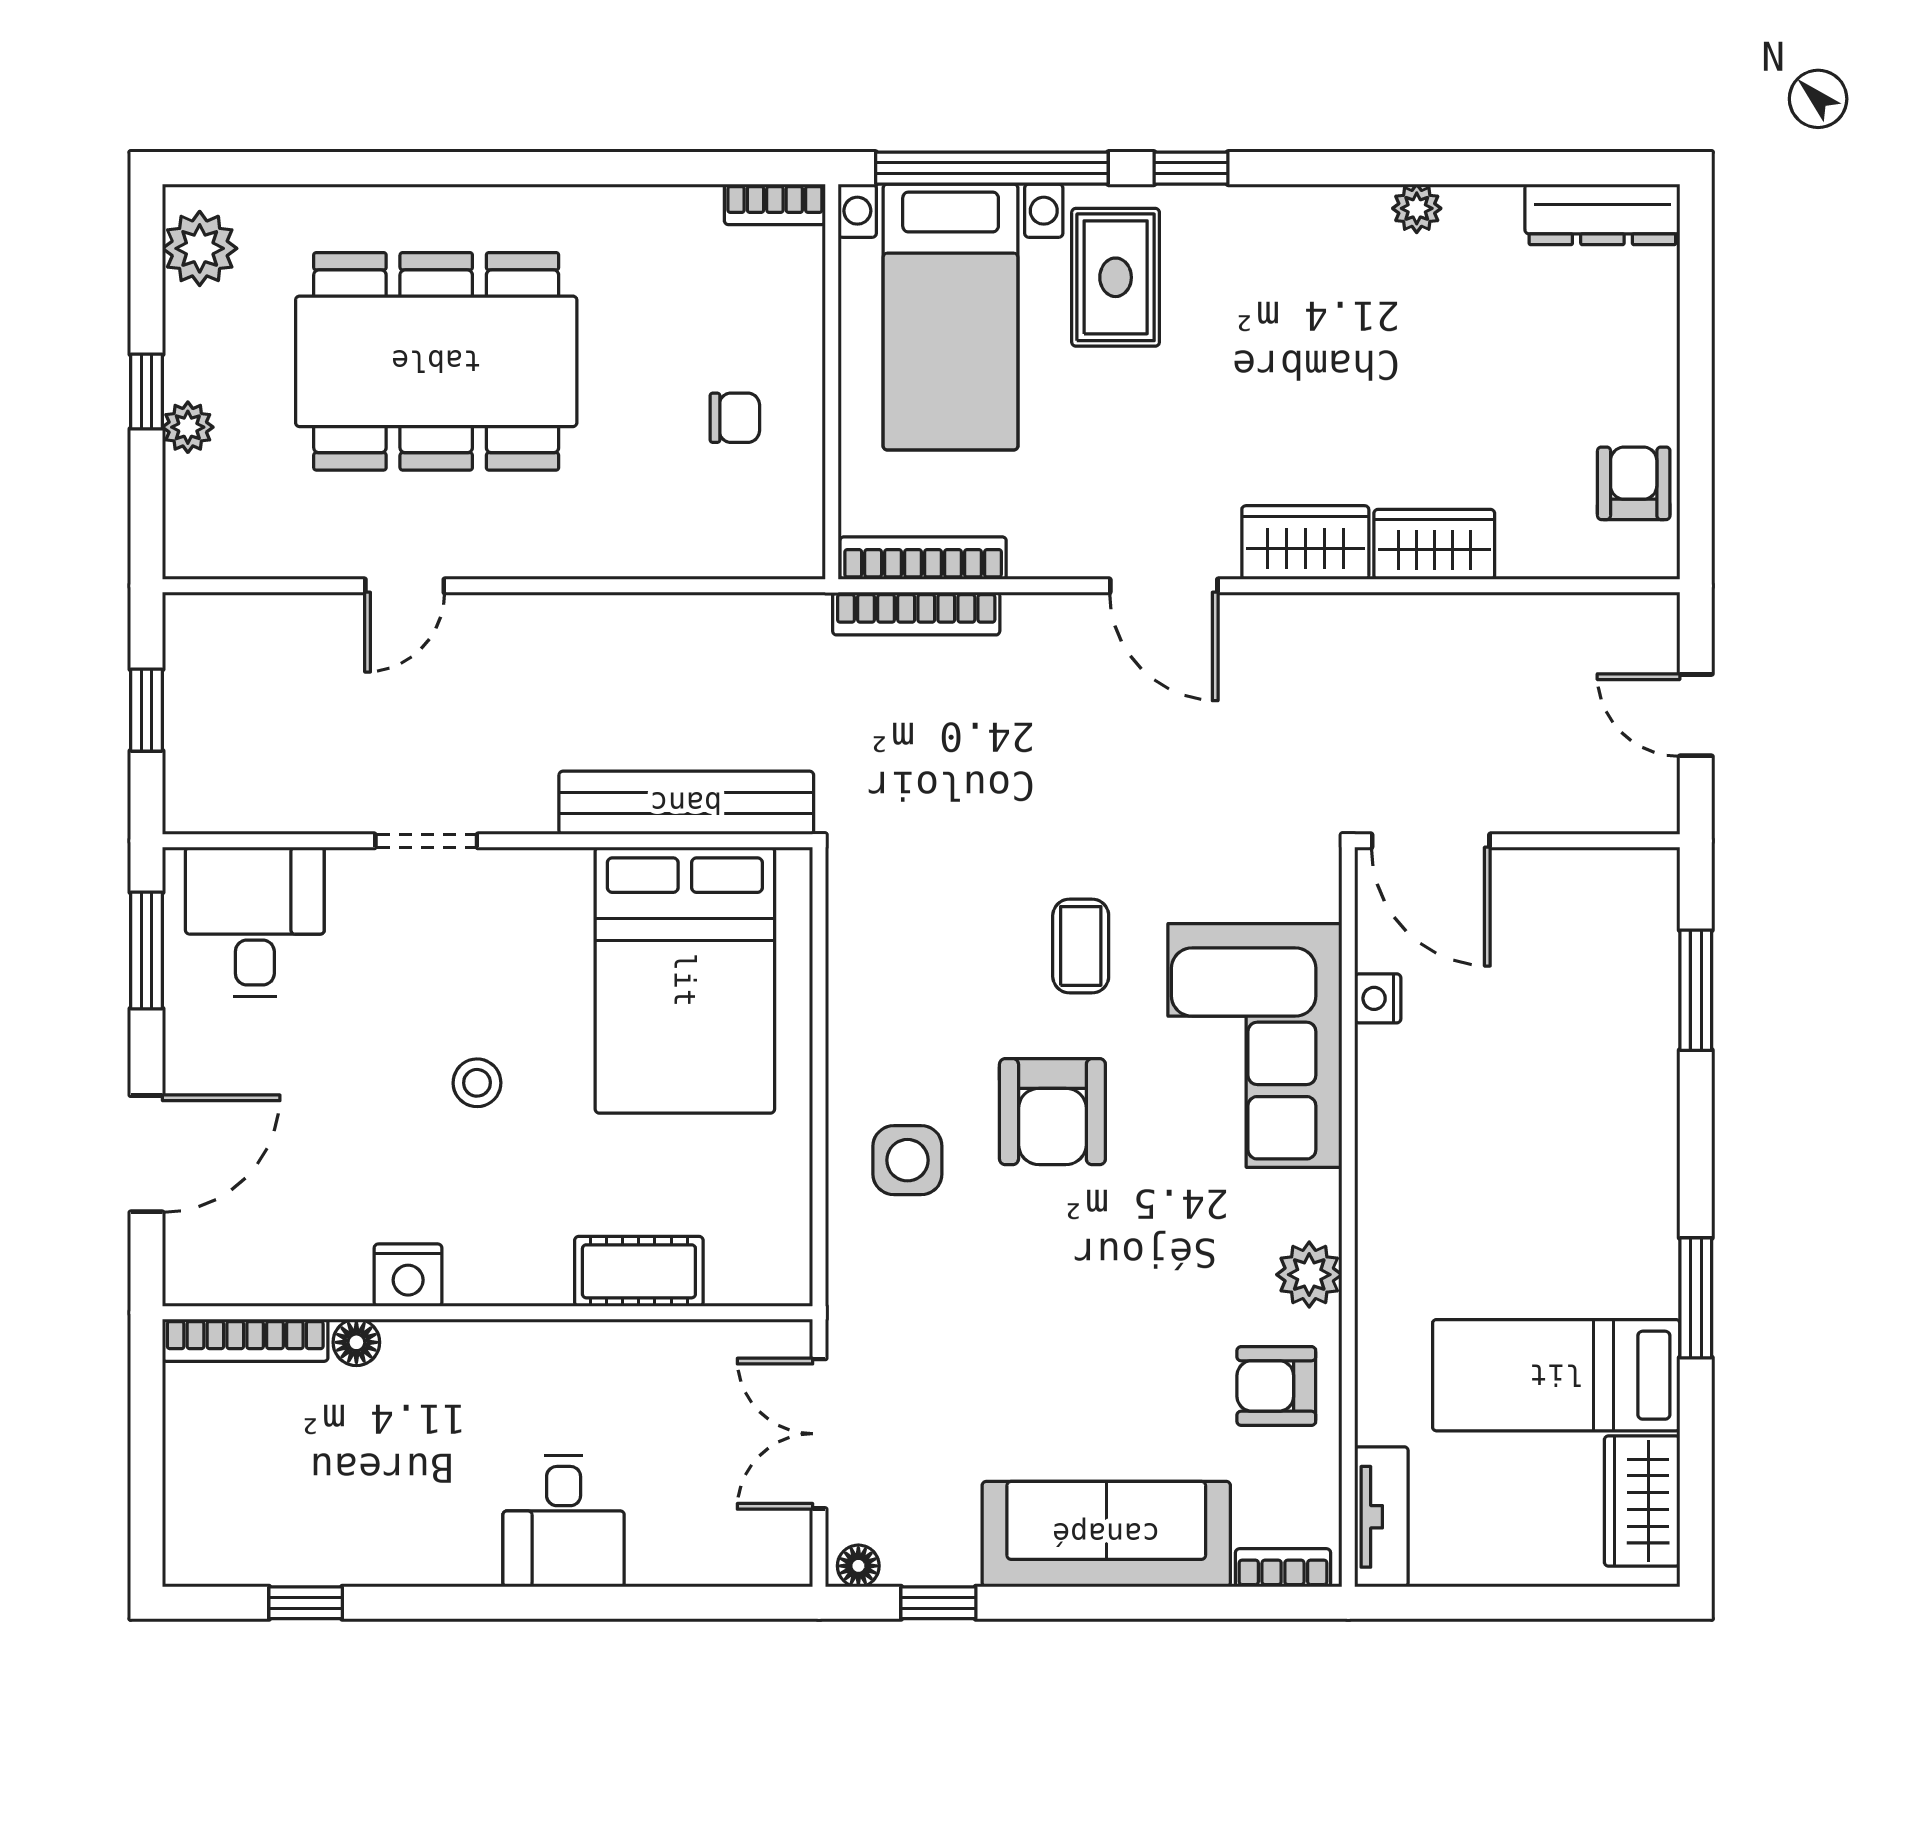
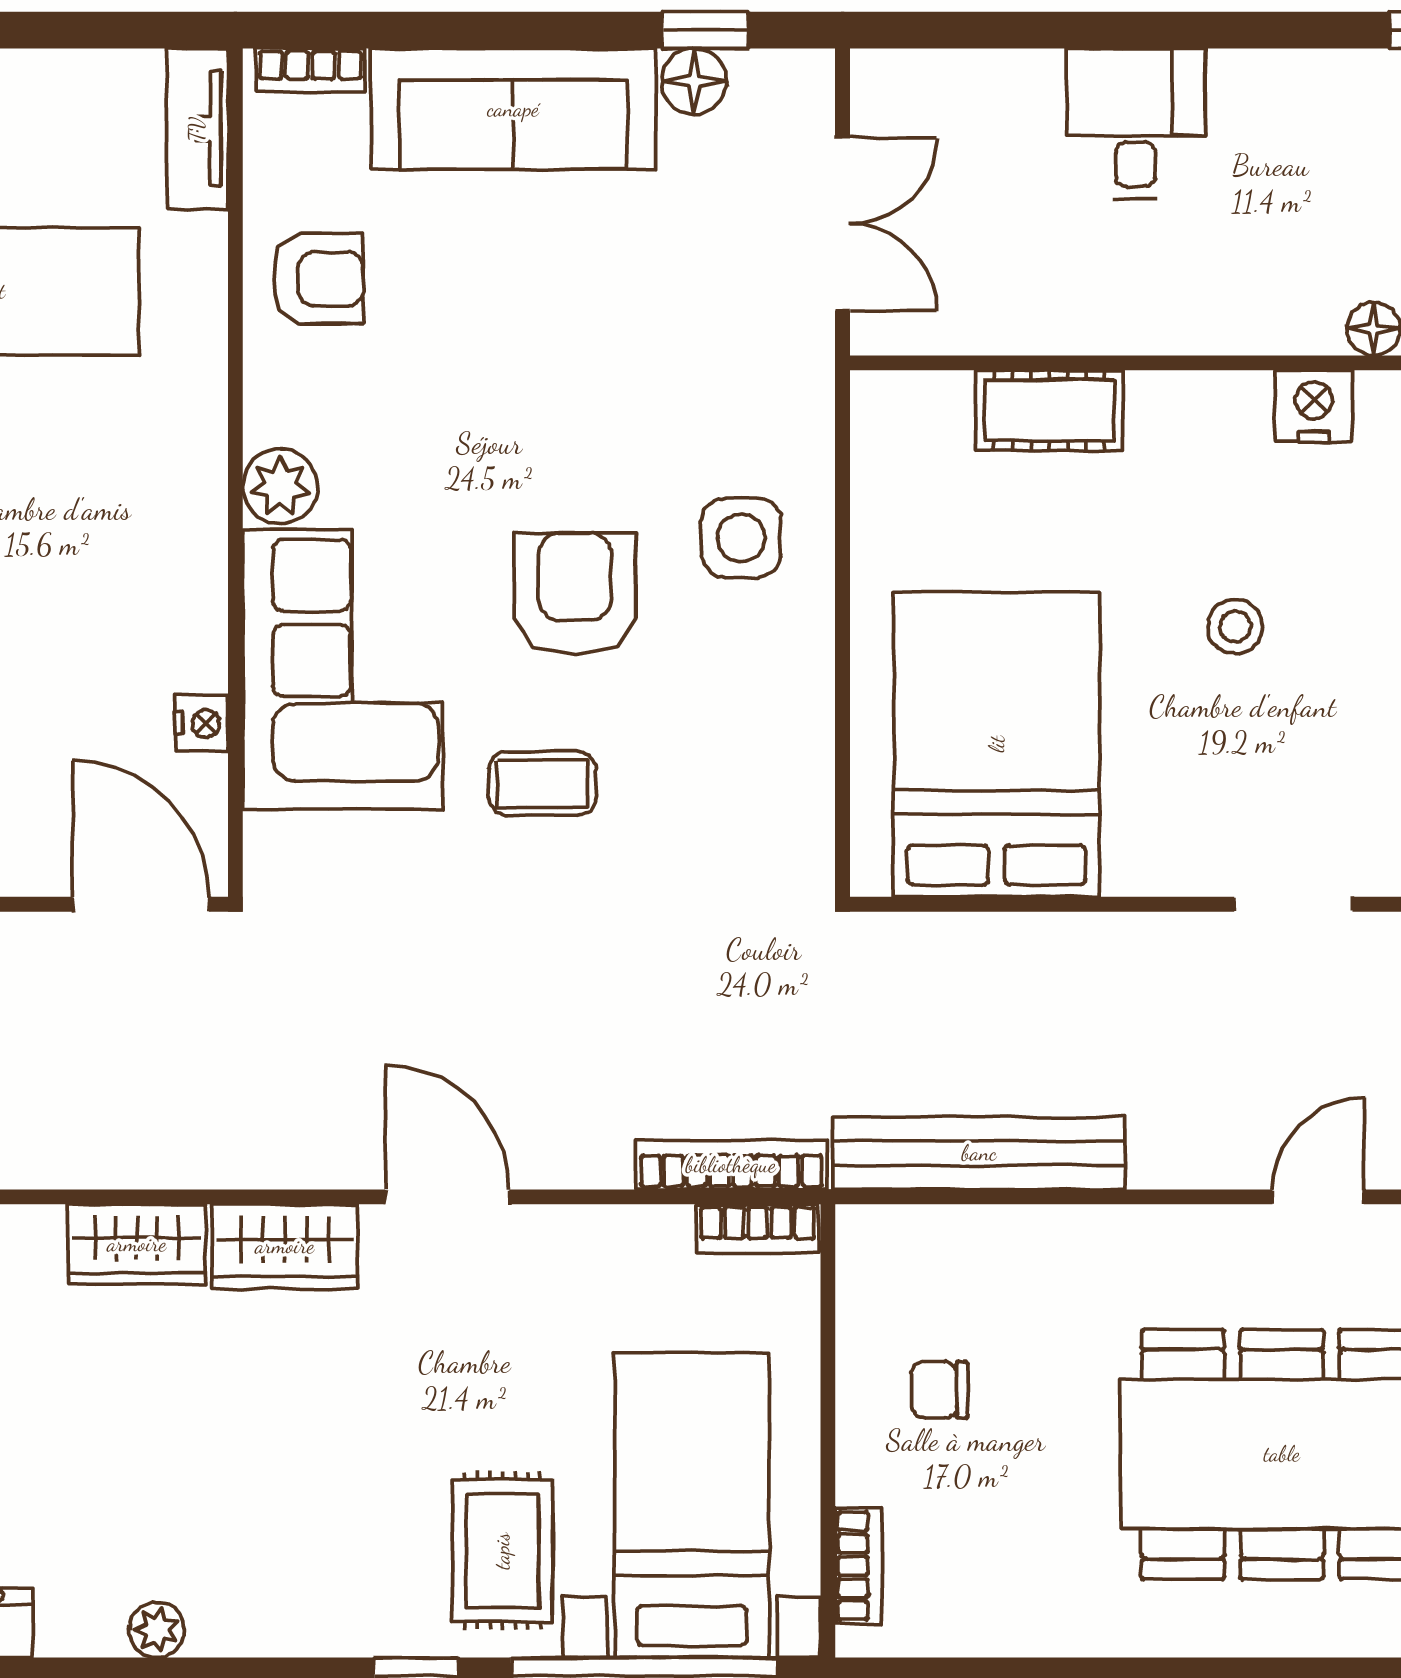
bookcase: (775, 204) -> (858, 1566), moved, turned 90
bookcase: (923, 558) -> (758, 1229), width x0.64
bench: (686, 803) -> (979, 1153), moved
coffee table: (1081, 946) -> (542, 784), turned 90
plant: (1309, 1275) -> (280, 486), moved
floor lamp: (858, 1566) -> (694, 81), moved, width x1.37, depth x1.37

